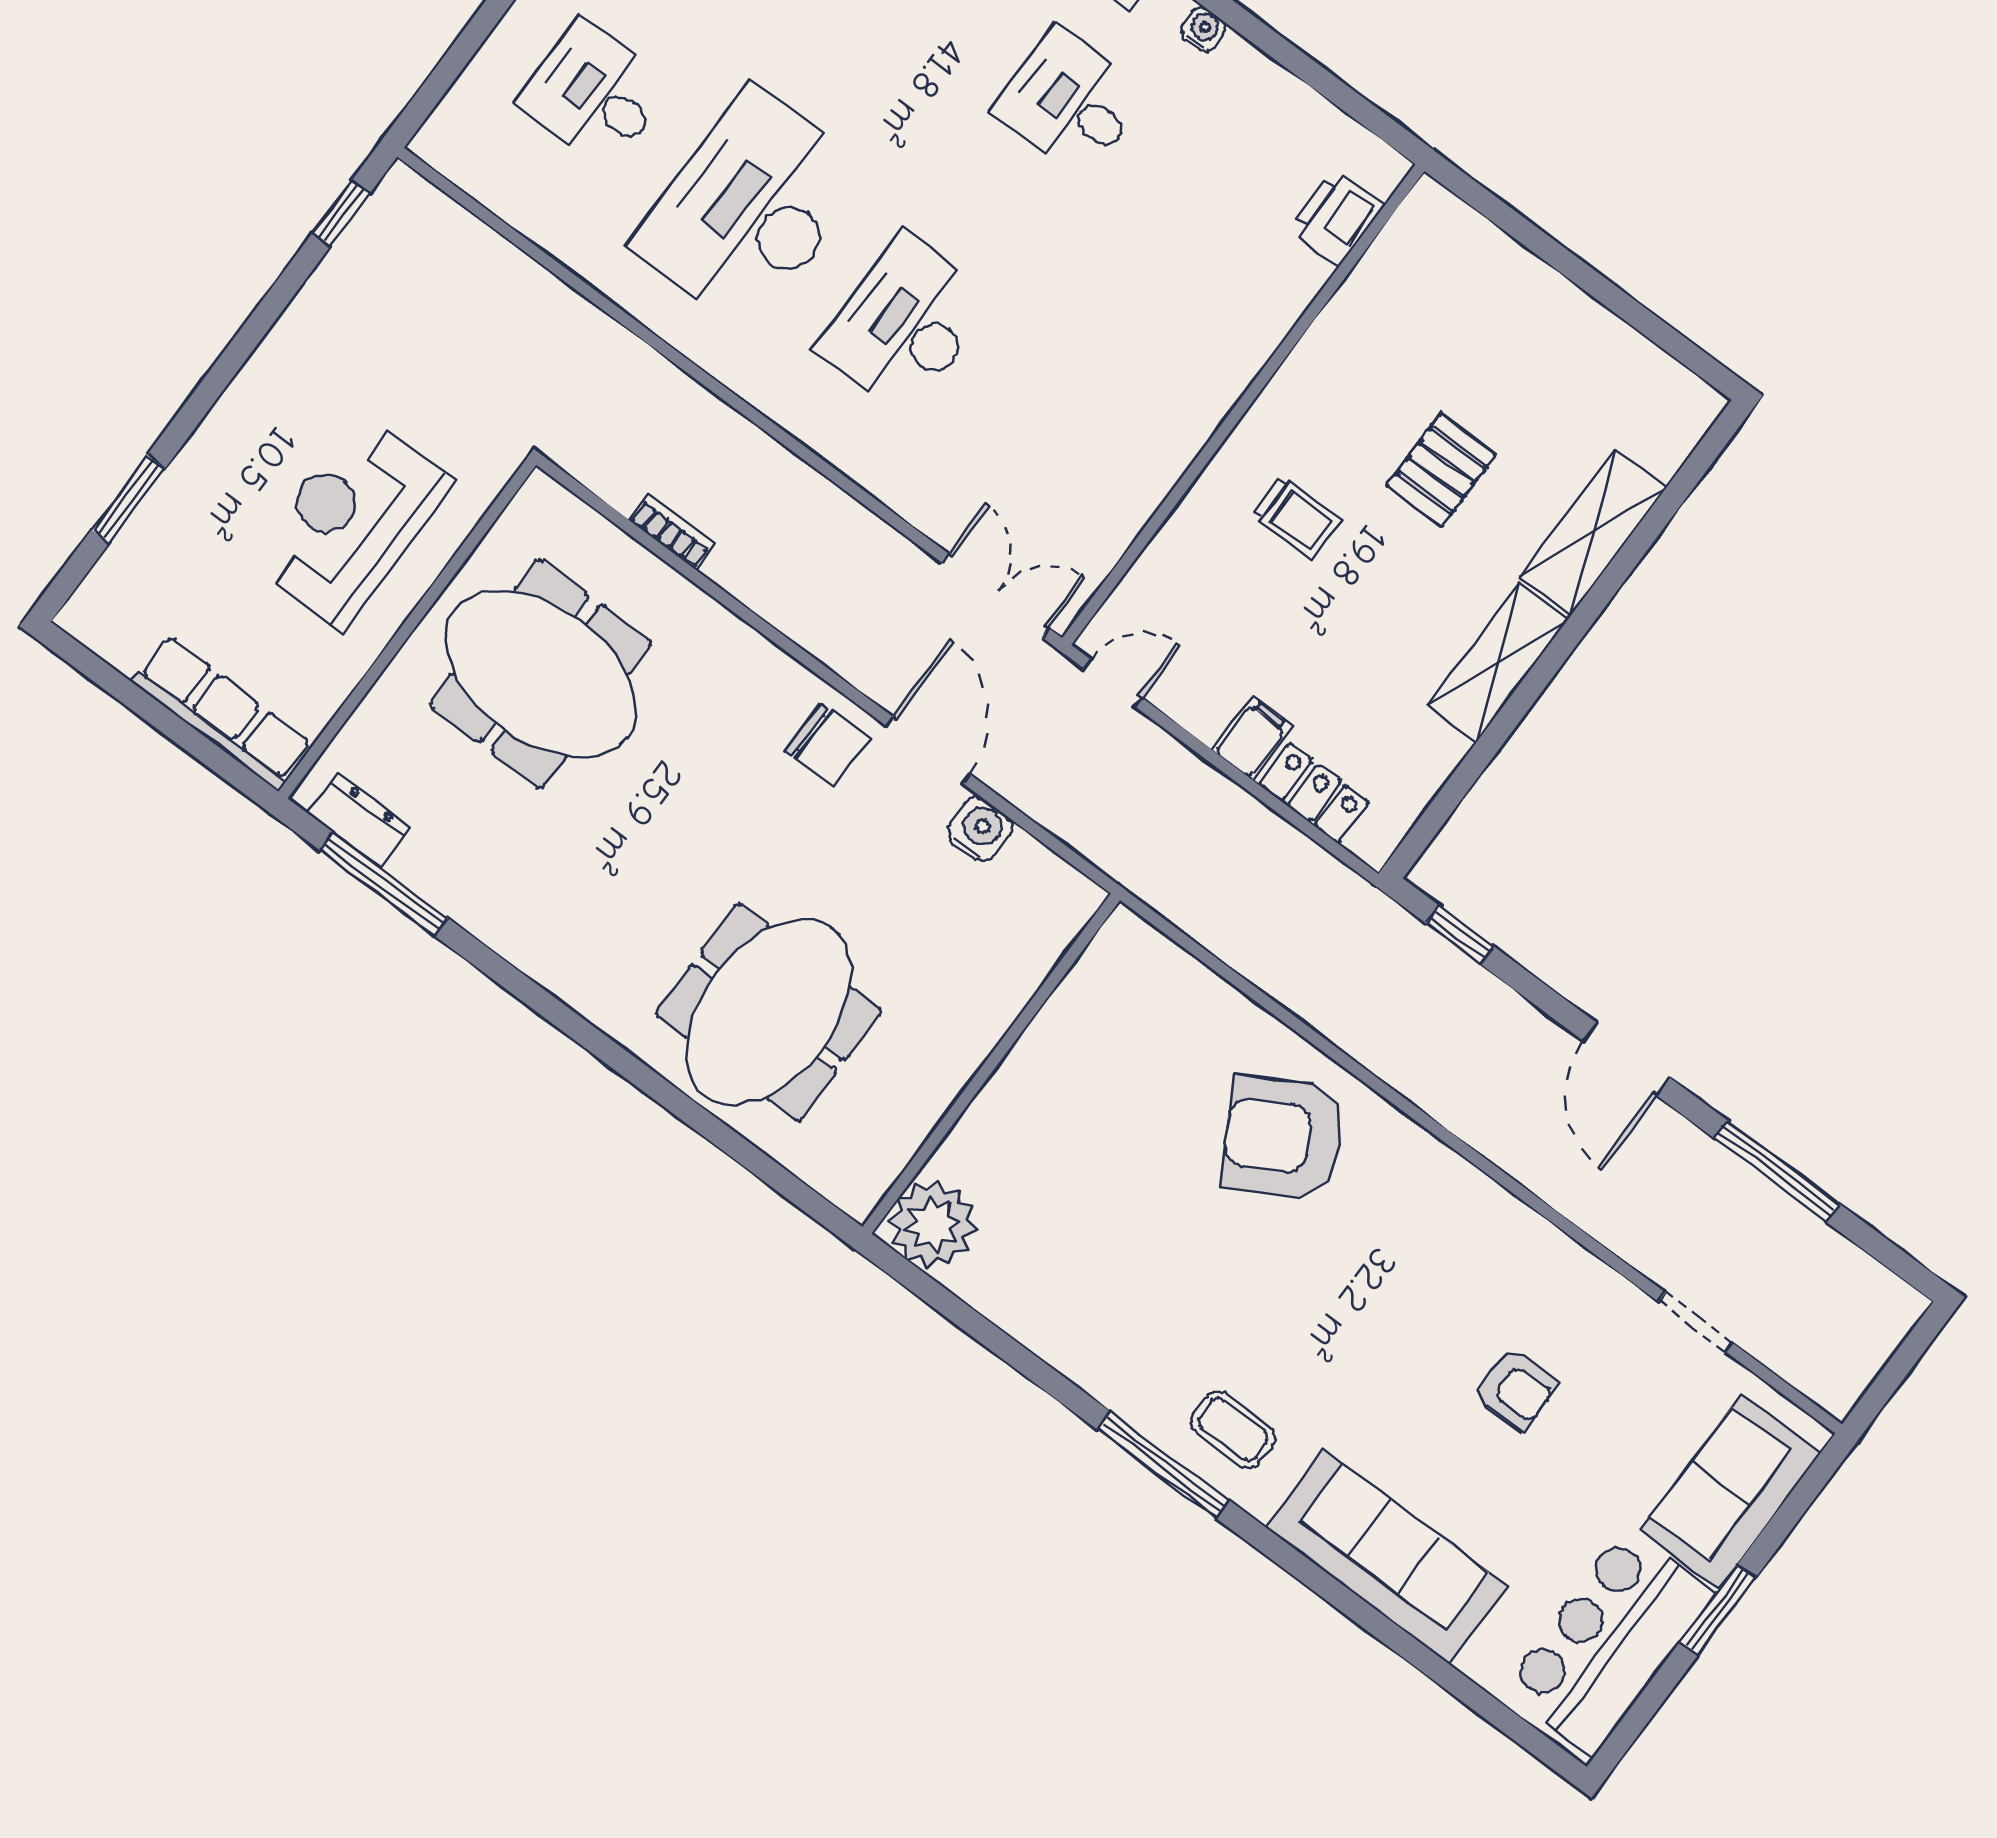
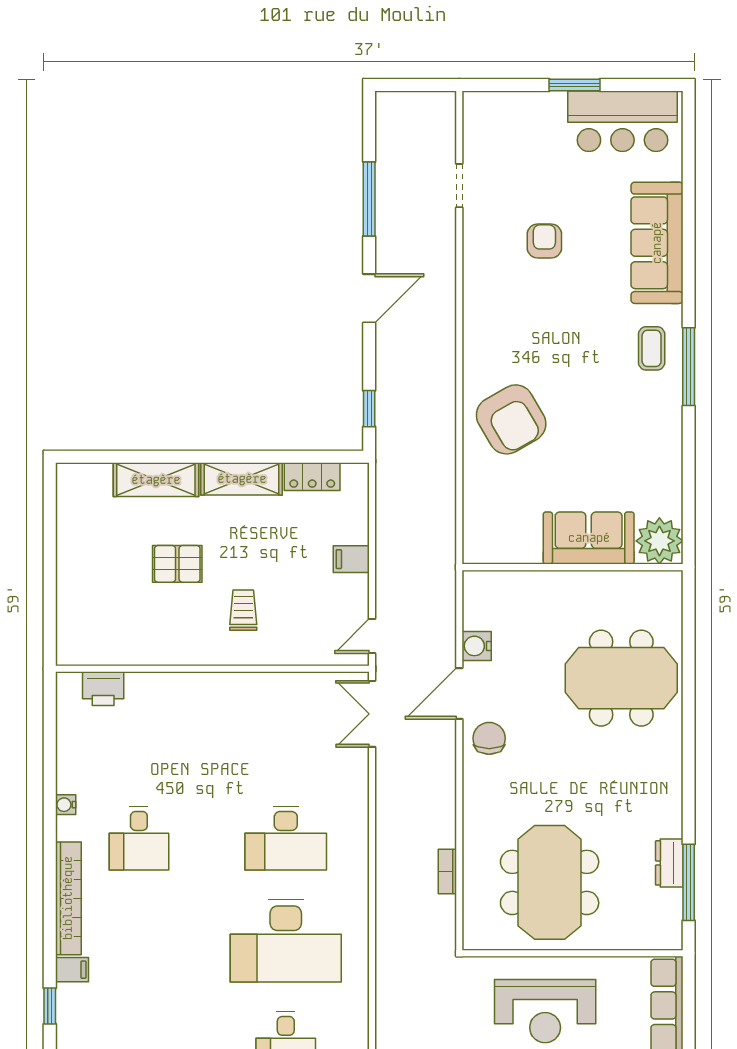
door: (1113, 683) -> (372, 636), hinge flipped
locker: (1314, 793) -> (312, 477), moved, turned -90
dresser: (359, 820) -> (669, 863), moved
sofa: (1731, 1492) -> (589, 538), moved, turned 180

